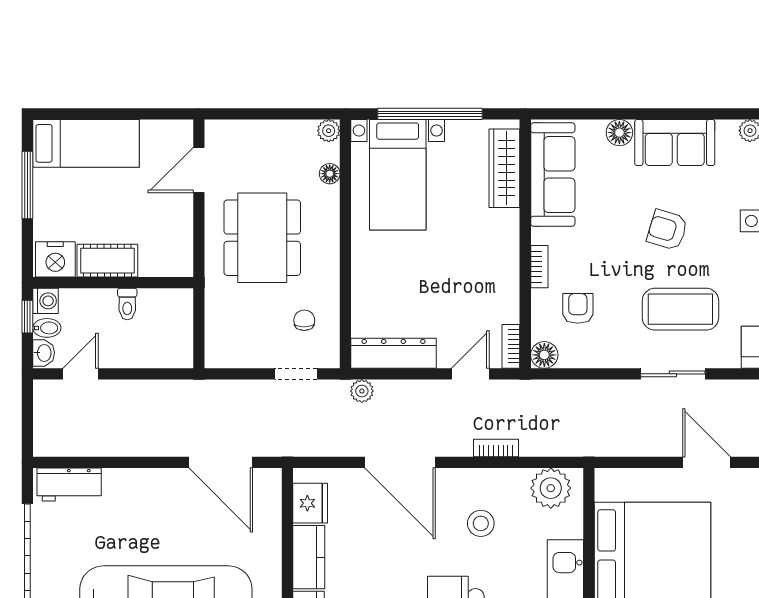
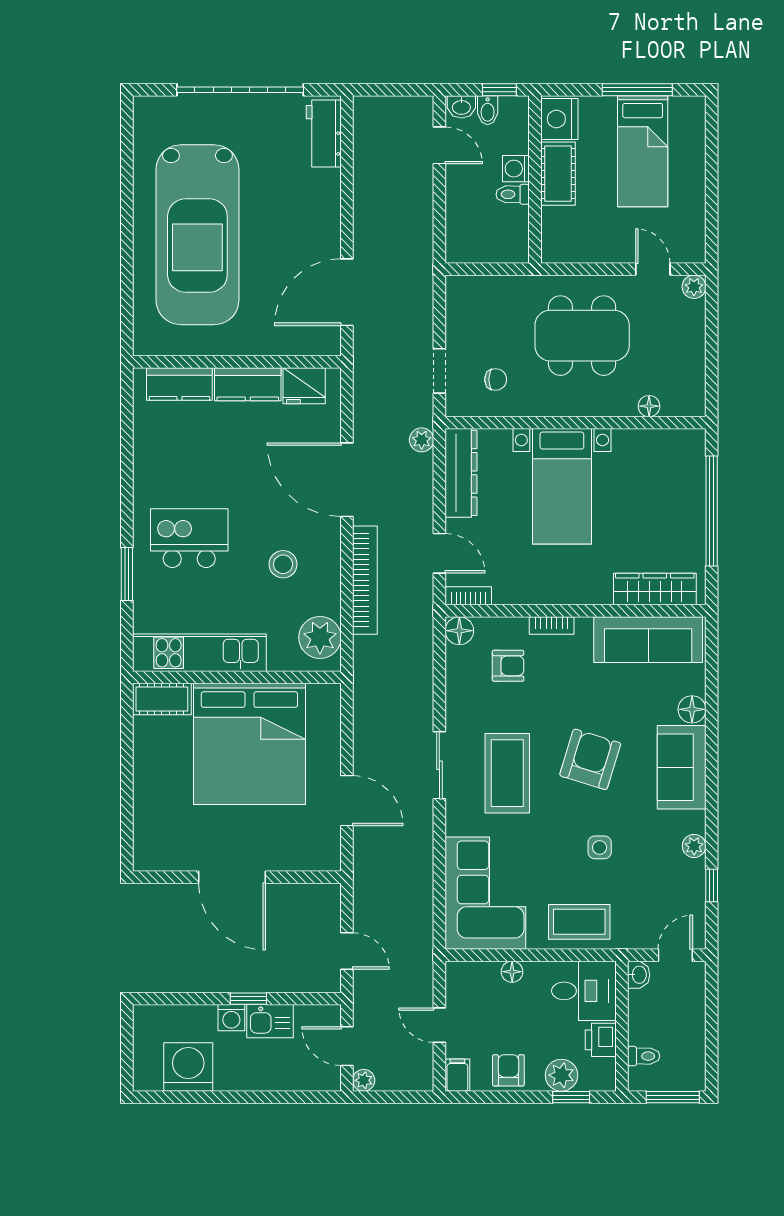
plant: (329, 131) -> (694, 287), moved
bed: (86, 143) -> (643, 151), moved
door: (199, 170) -> (653, 269), width x0.73
bed with nightstands: (398, 175) -> (562, 486), moved, turned -90
armchair: (667, 230) -> (590, 759), width x1.38, depth x1.38
washing machine: (46, 301) -> (516, 169), moved, turned 90
bookcase: (496, 448) -> (365, 580), width x2.31, depth x1.31
door: (400, 462) -> (347, 480), hinge flipped
door: (707, 462) -> (347, 801), hinge flipped

